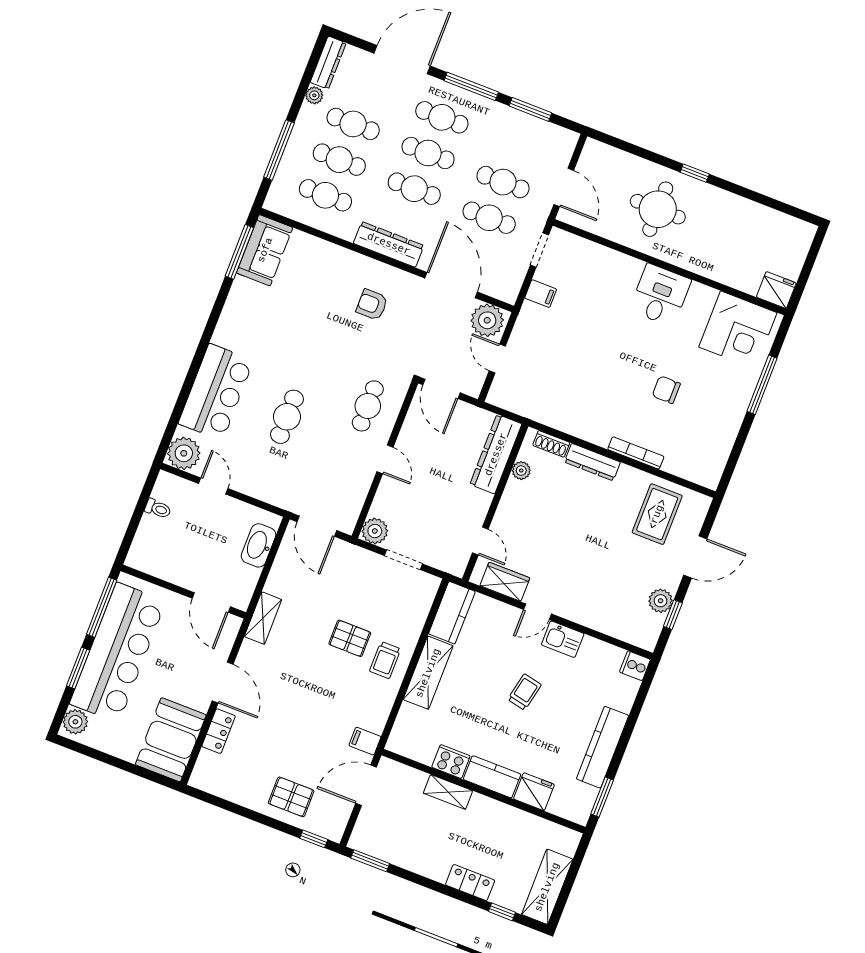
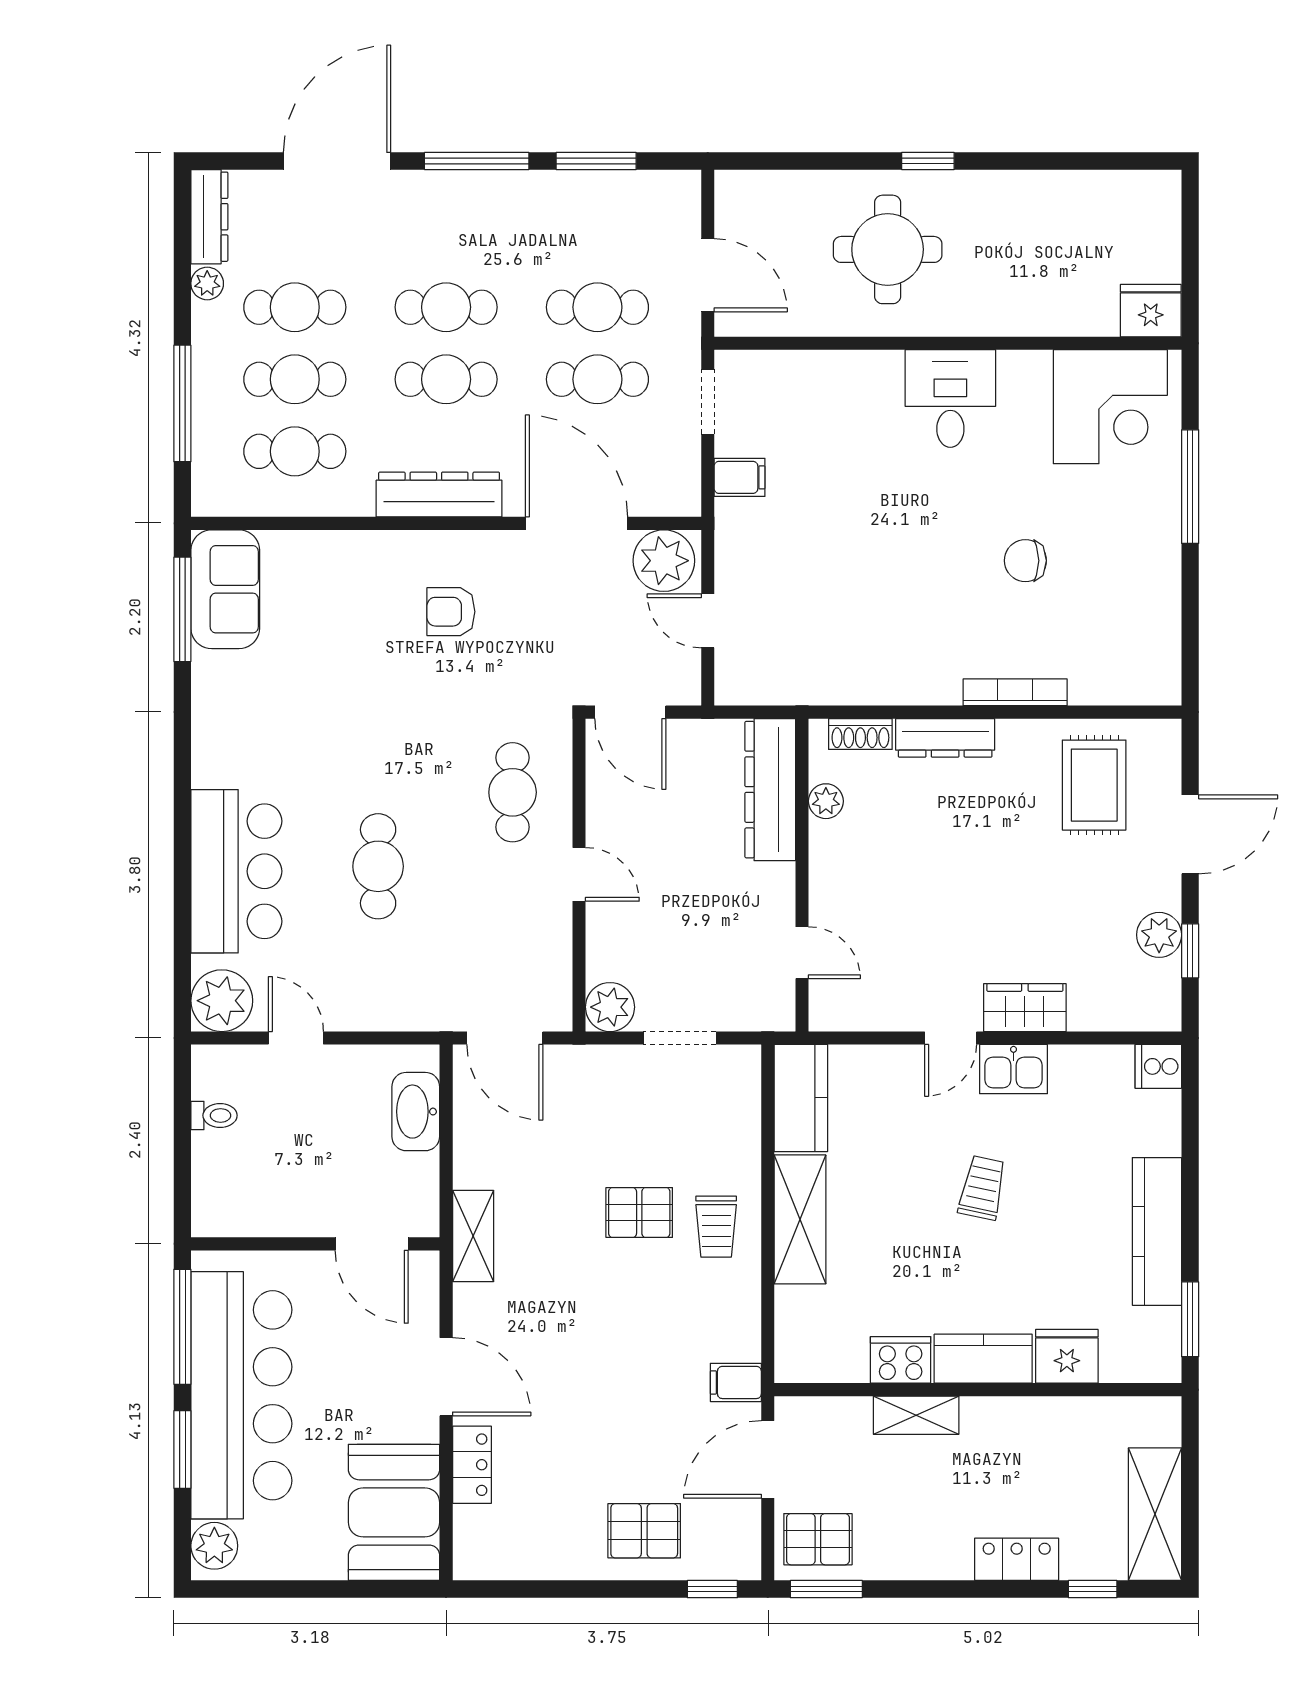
cafe table: (442, 117) -> (446, 235), removed
wardrobe: (505, 582) -> (1025, 1008), moved
pallet: (376, 834) -> (818, 1539), added

